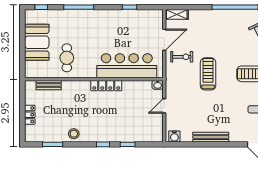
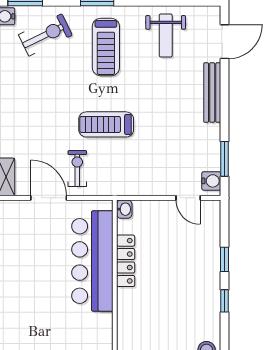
locker: (106, 86) -> (126, 261), moved
door: (164, 106) -> (188, 198), moved
bench: (211, 137) -> (212, 93), moved
window: (188, 144) -> (224, 159), added

